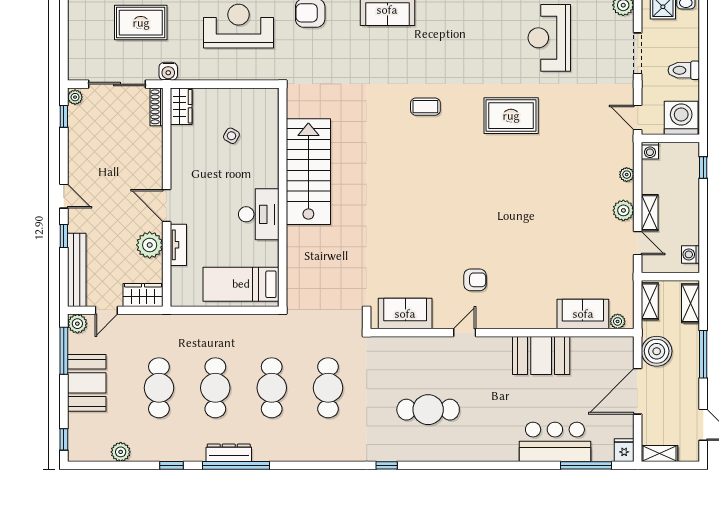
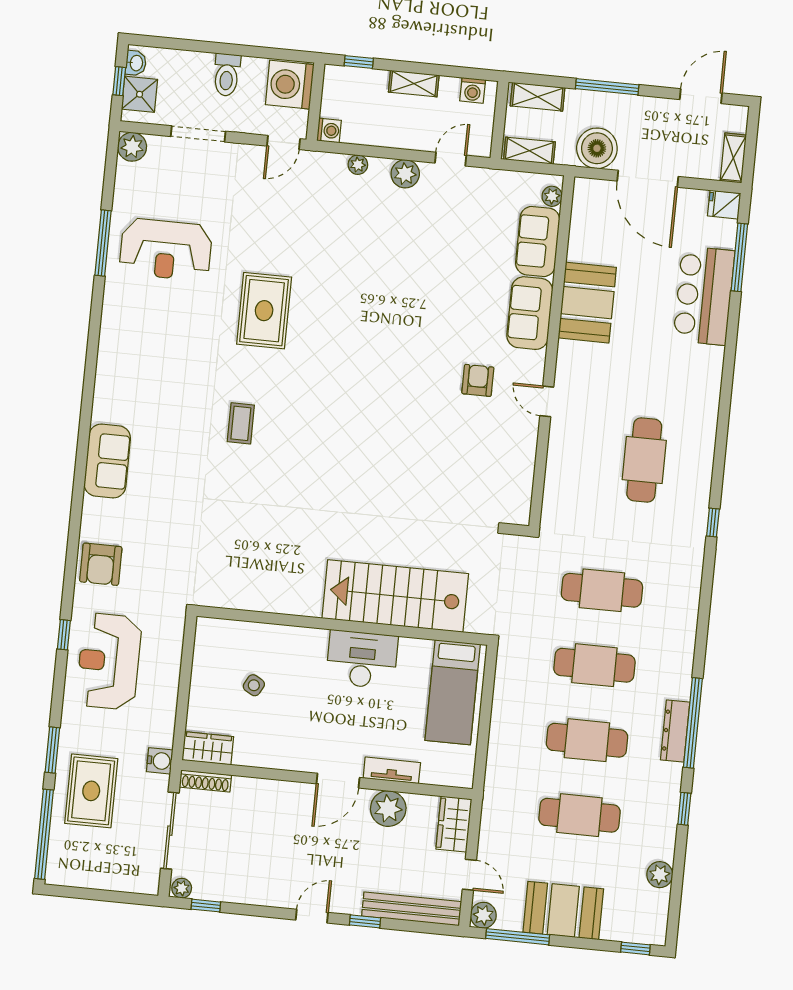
stairs: (308, 172) -> (395, 596), moved
shelving: (650, 213) -> (414, 84), moved
sofa: (405, 314) -> (530, 313), moved

